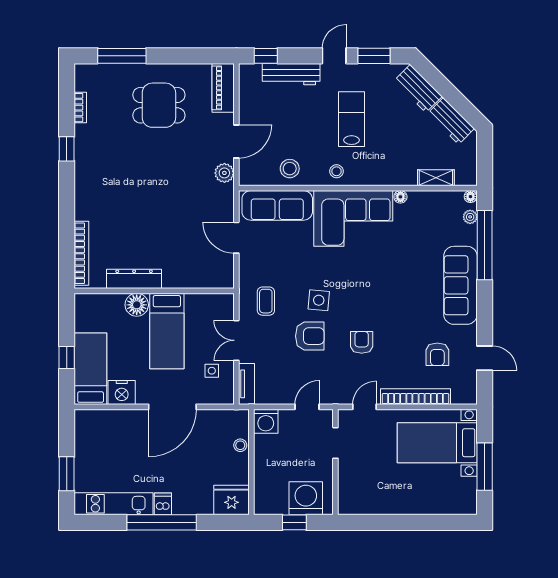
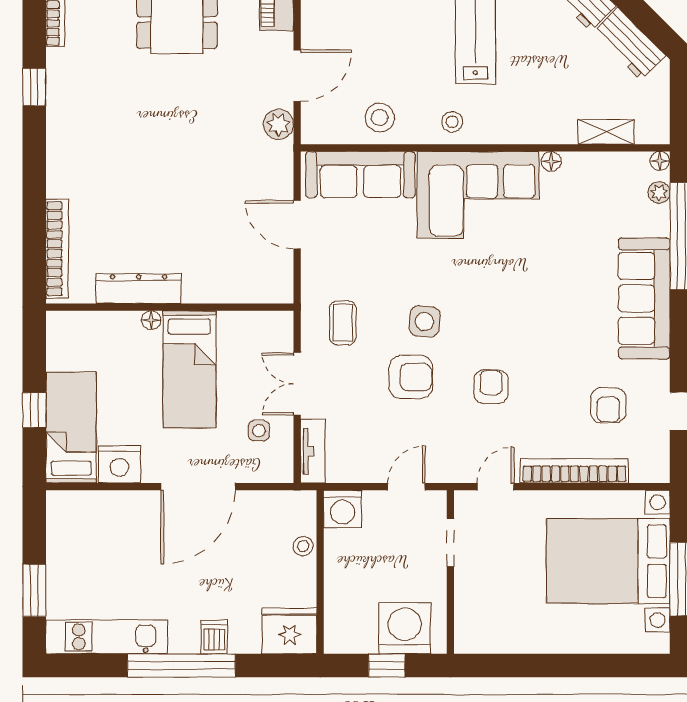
floor lamp: (137, 305) -> (151, 320), width x0.53, depth x0.53
bed with nightstands: (437, 443) -> (608, 561), width x1.36
dishwasher: (163, 504) -> (214, 637), moved

